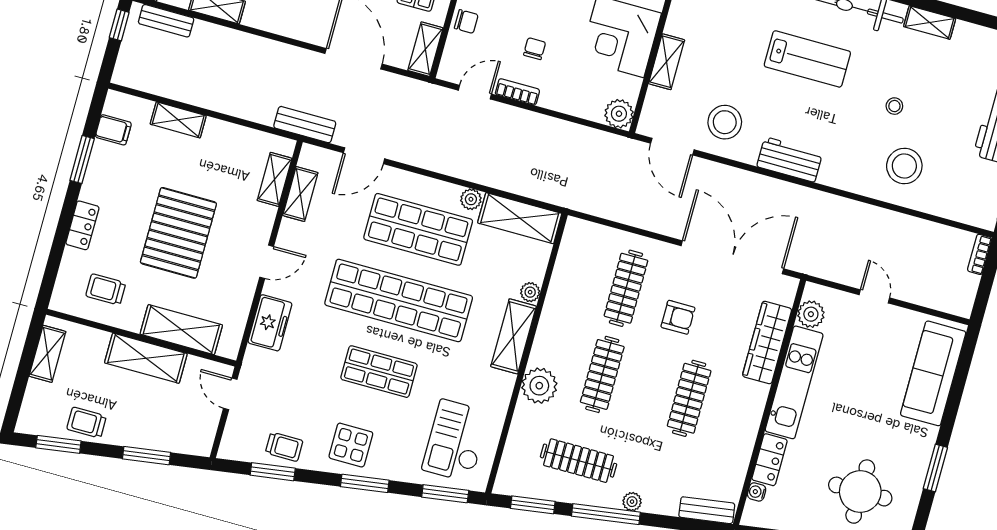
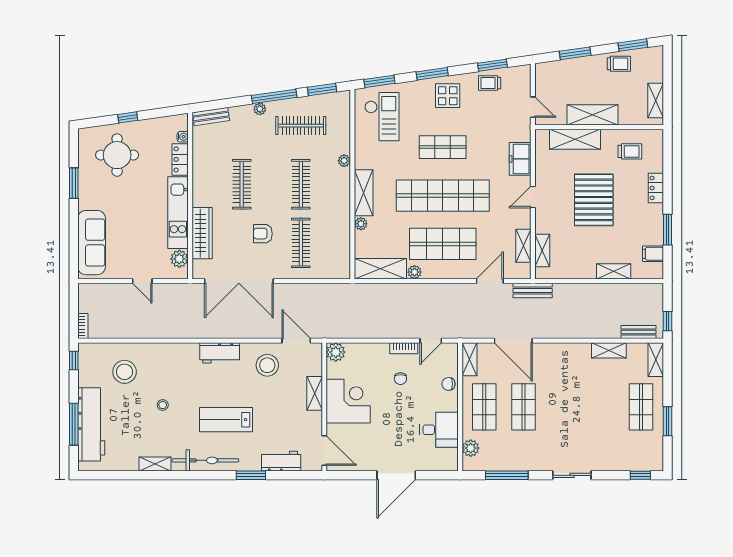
stool: (904, 166) -> (125, 372), moved
plant: (539, 386) -> (344, 161), width x0.53, depth x0.53

